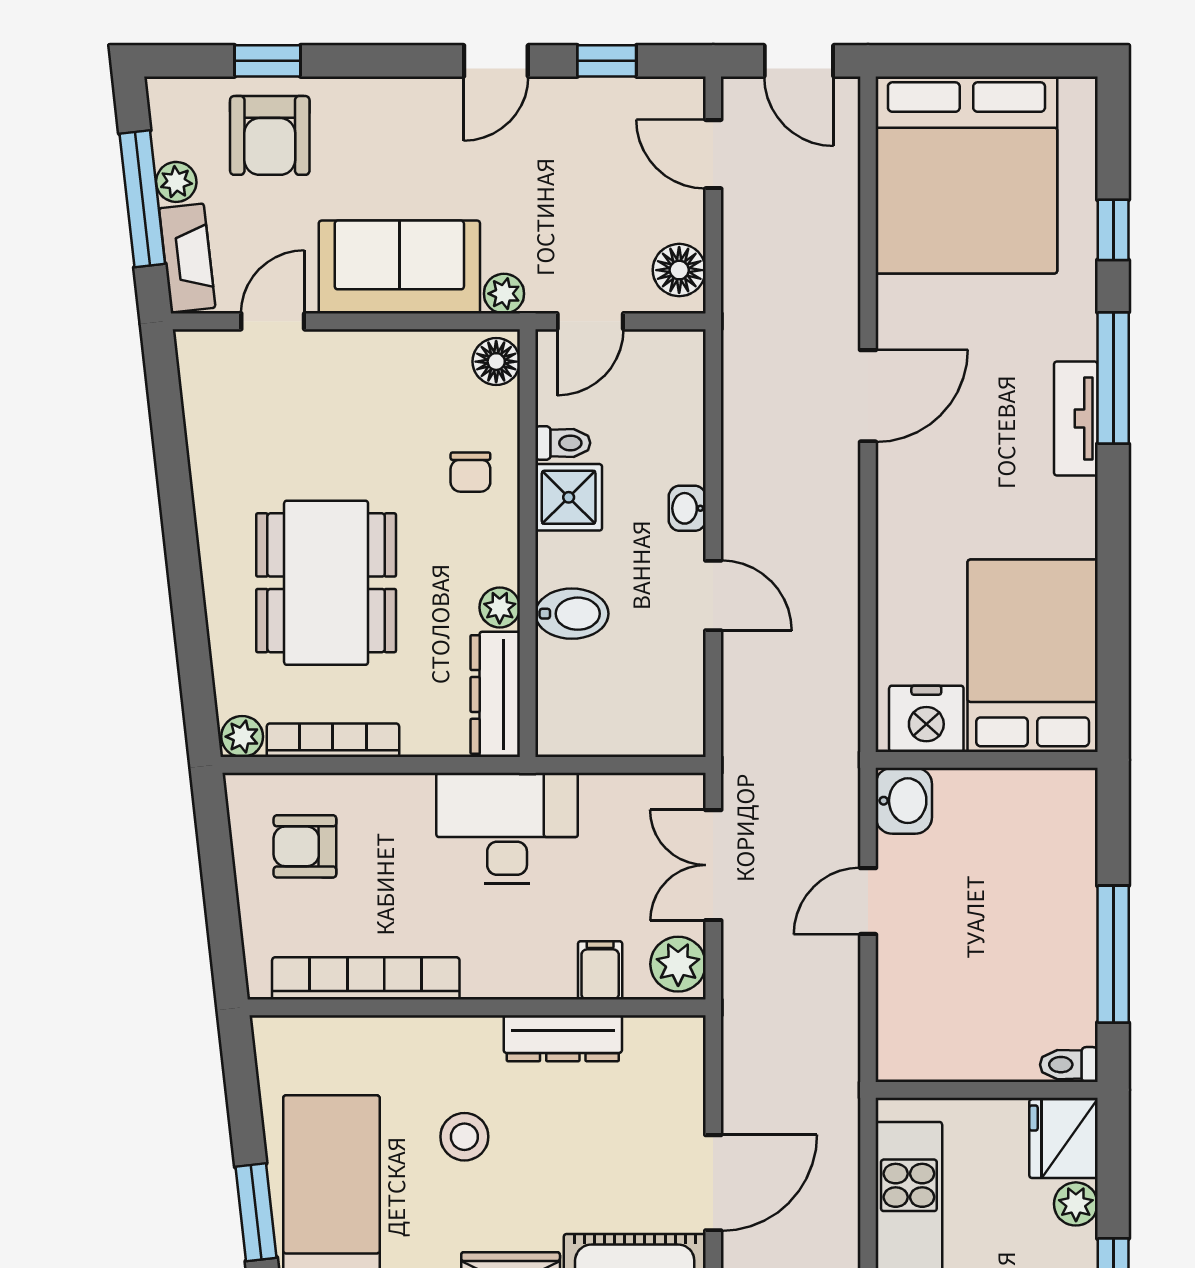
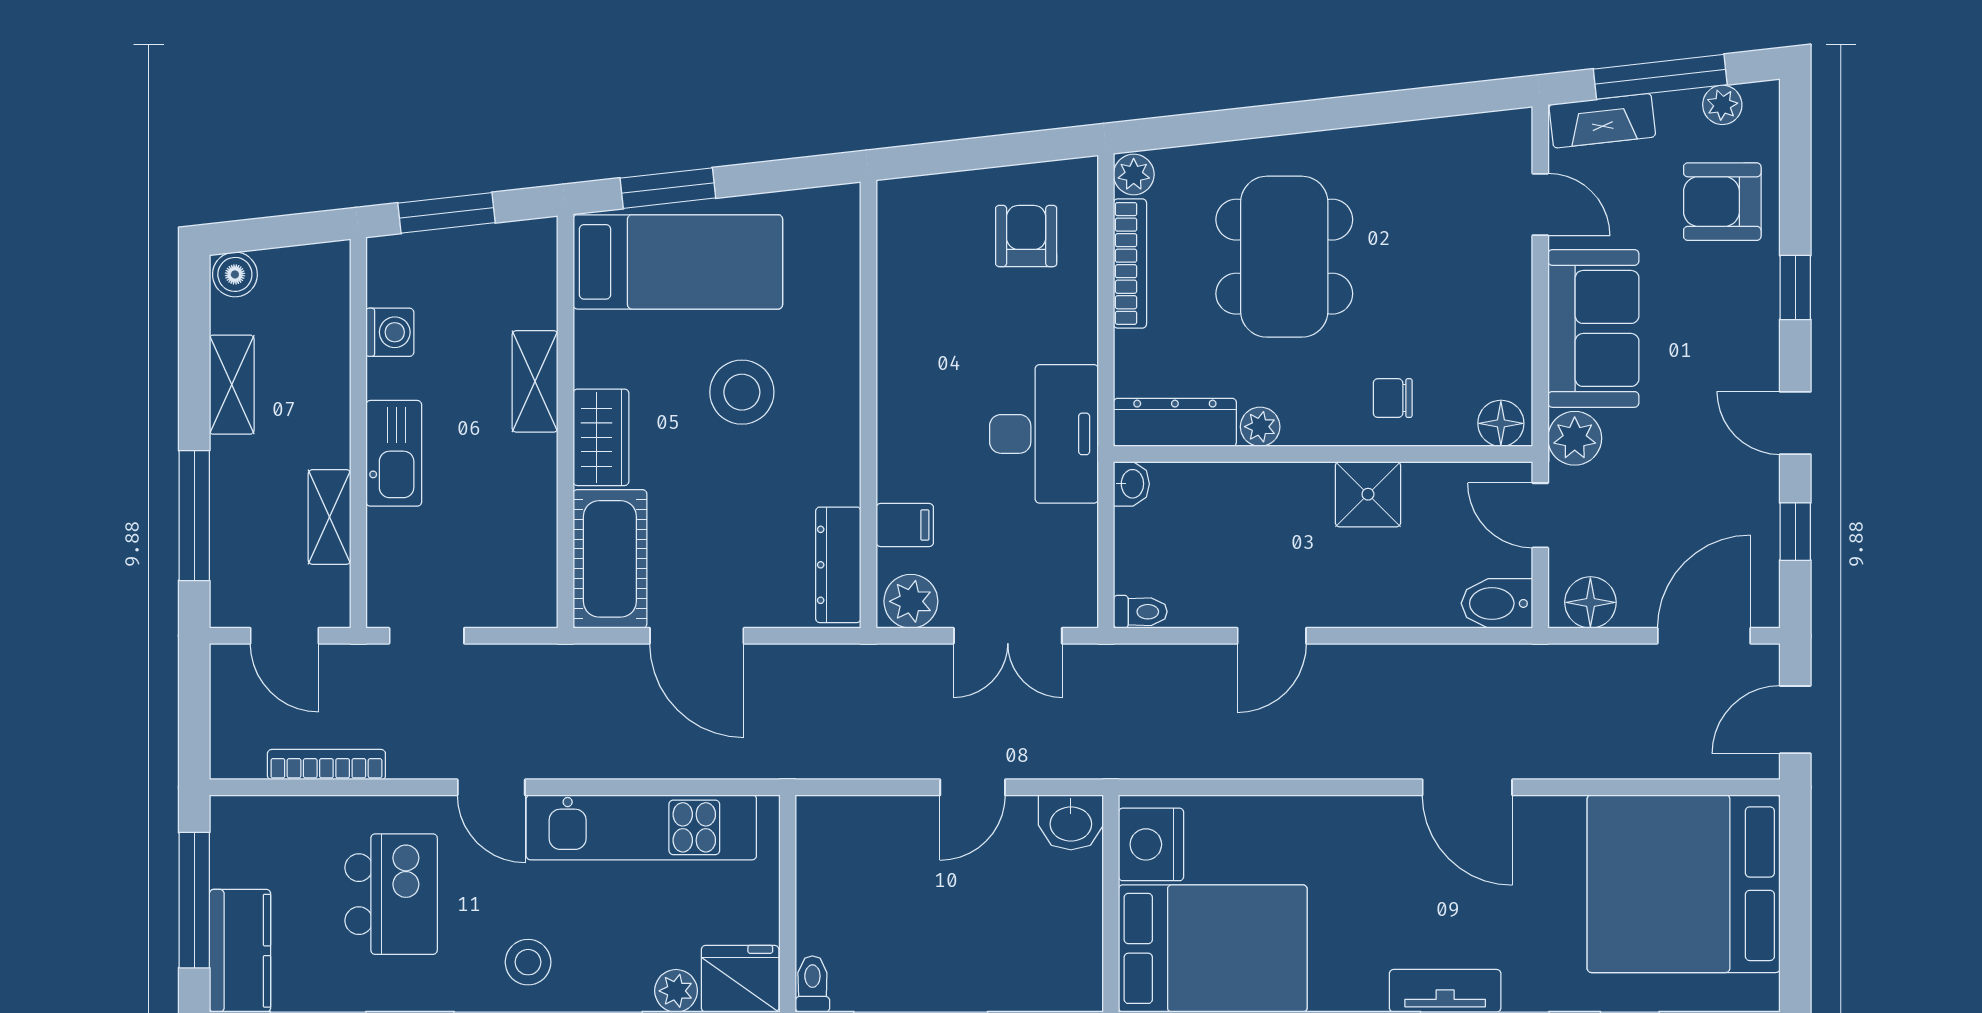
window: (267, 61) -> (1795, 287), moved
door: (713, 154) -> (1704, 636), width x1.38
plant: (176, 182) -> (1722, 105), moved
plant: (504, 294) -> (1575, 438), width x1.38, depth x1.38
toilet: (563, 443) -> (1140, 612), moved, turned -90
washbasin: (687, 508) -> (1131, 484), moved, turned 90
dining table: (326, 583) -> (1284, 257), turned 90
bidet: (572, 614) -> (1497, 603), moved, turned 90
double door: (713, 865) -> (1008, 636), swing flipped
door: (868, 901) -> (973, 787), swing flipped
bookcase: (366, 978) -> (897, 296), removed
dresser: (563, 1038) -> (838, 565), moved
stool: (464, 1137) -> (742, 392), width x1.38, depth x1.38

